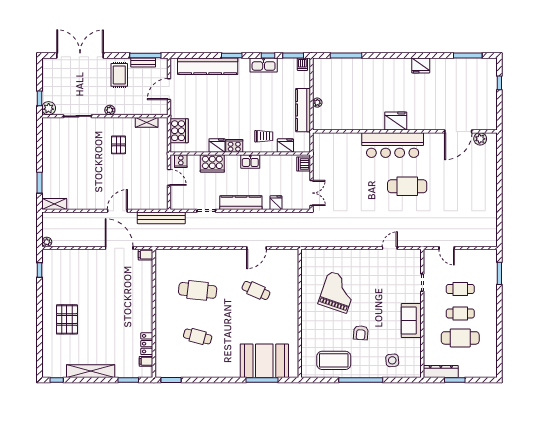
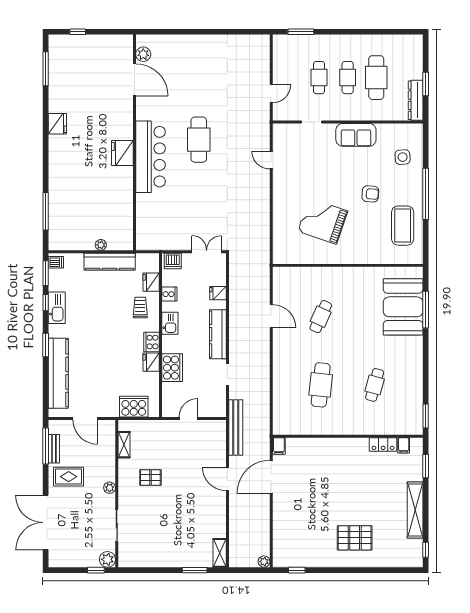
cooker: (181, 161) -> (169, 294), moved

